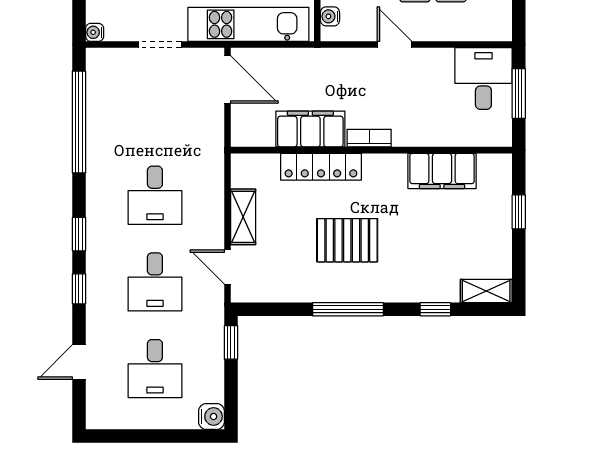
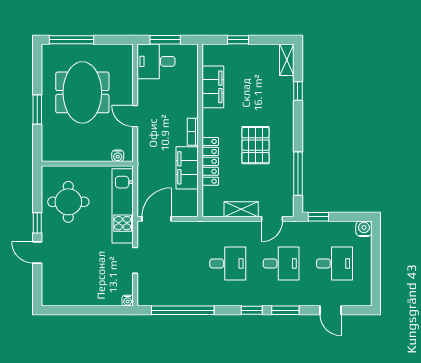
door: (394, 45) -> (135, 116), hinge flipped
window: (79, 289) -> (285, 310), width x1.50
window: (348, 309) -> (298, 174), moved

